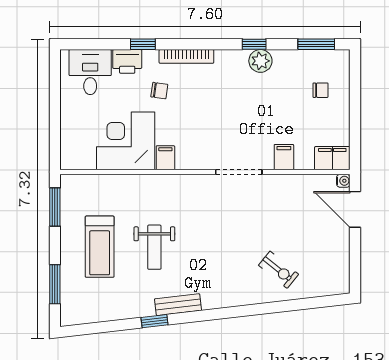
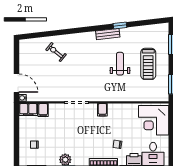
corner desk: (126, 141) -> (154, 120), moved, turned 90
filing cabinet: (284, 157) -> (43, 110), moved
filing cabinet: (165, 158) -> (102, 110), moved
treadmill: (100, 247) -> (148, 64), turned 180

